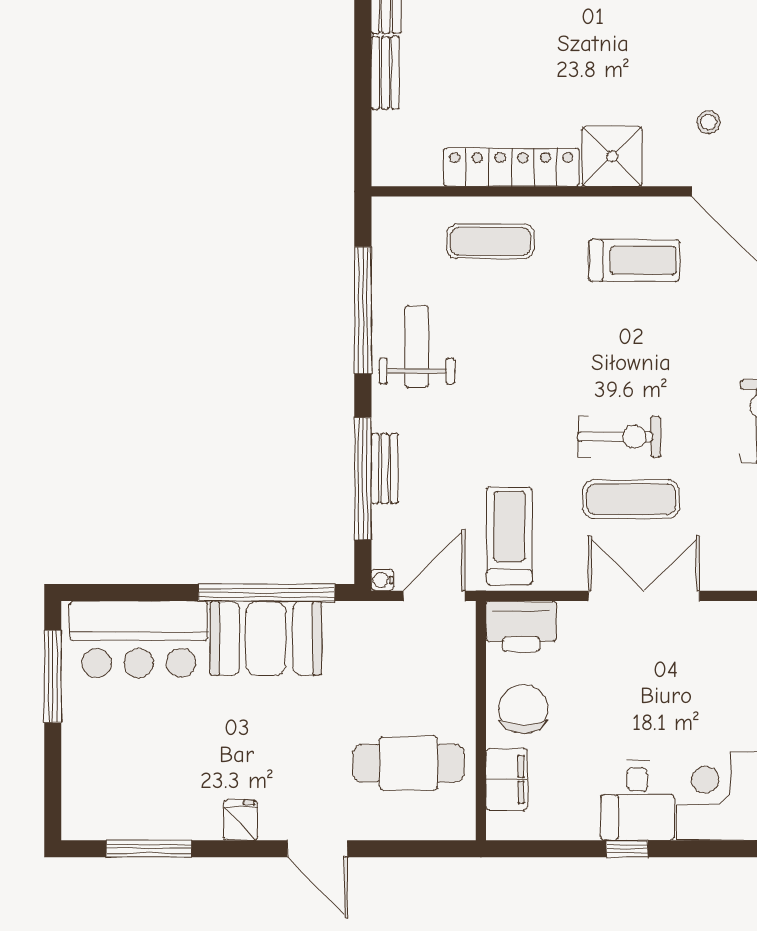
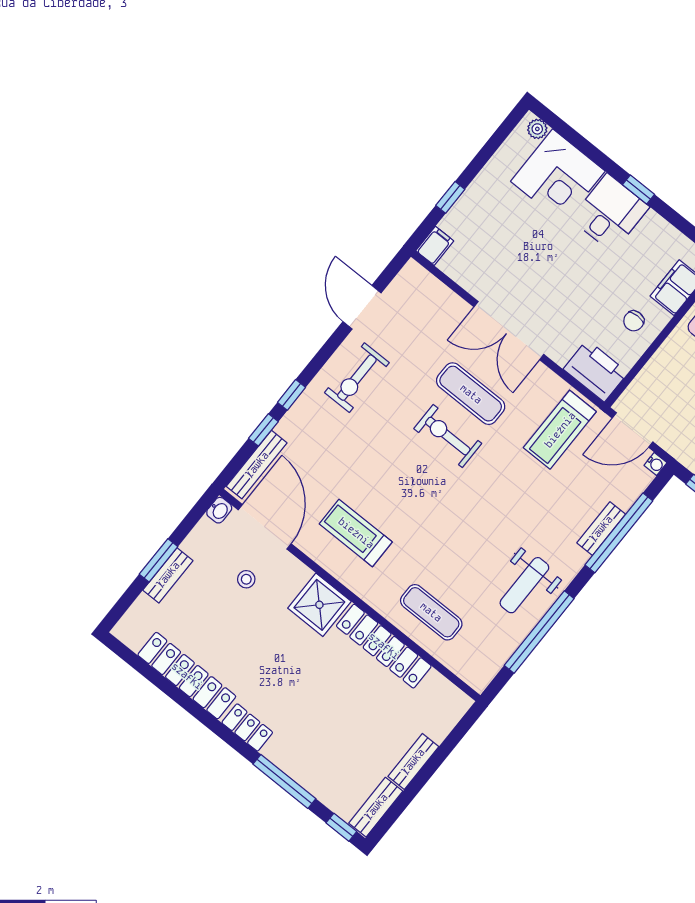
chair: (523, 709) -> (634, 321), width x0.54, depth x0.54

